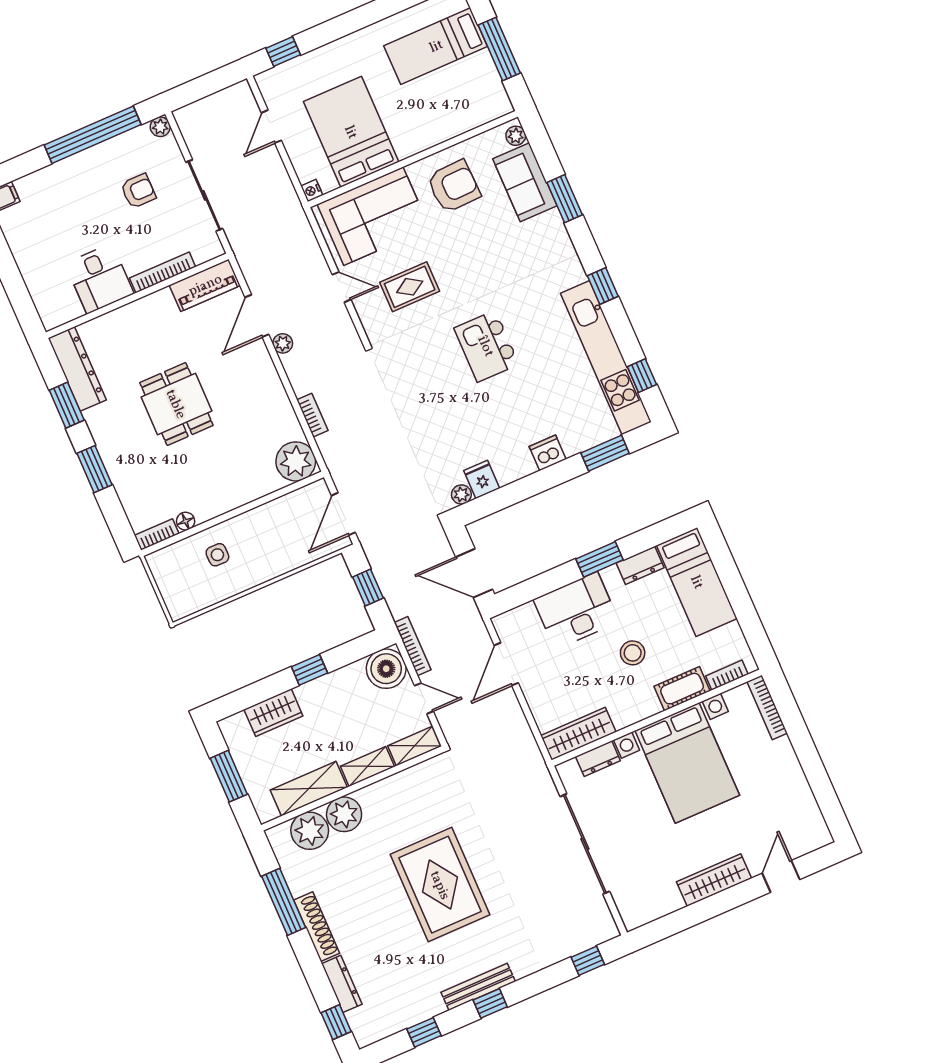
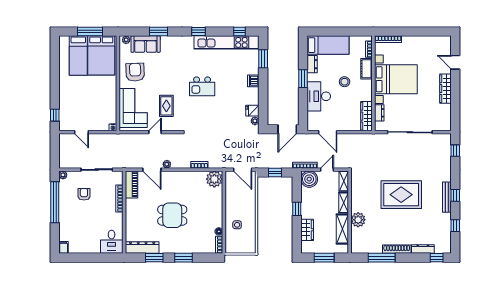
bed: (351, 132) -> (101, 55), moved, turned -90
desk: (100, 279) -> (112, 242), moved, turned 90
plant: (310, 831) -> (359, 236), removed

